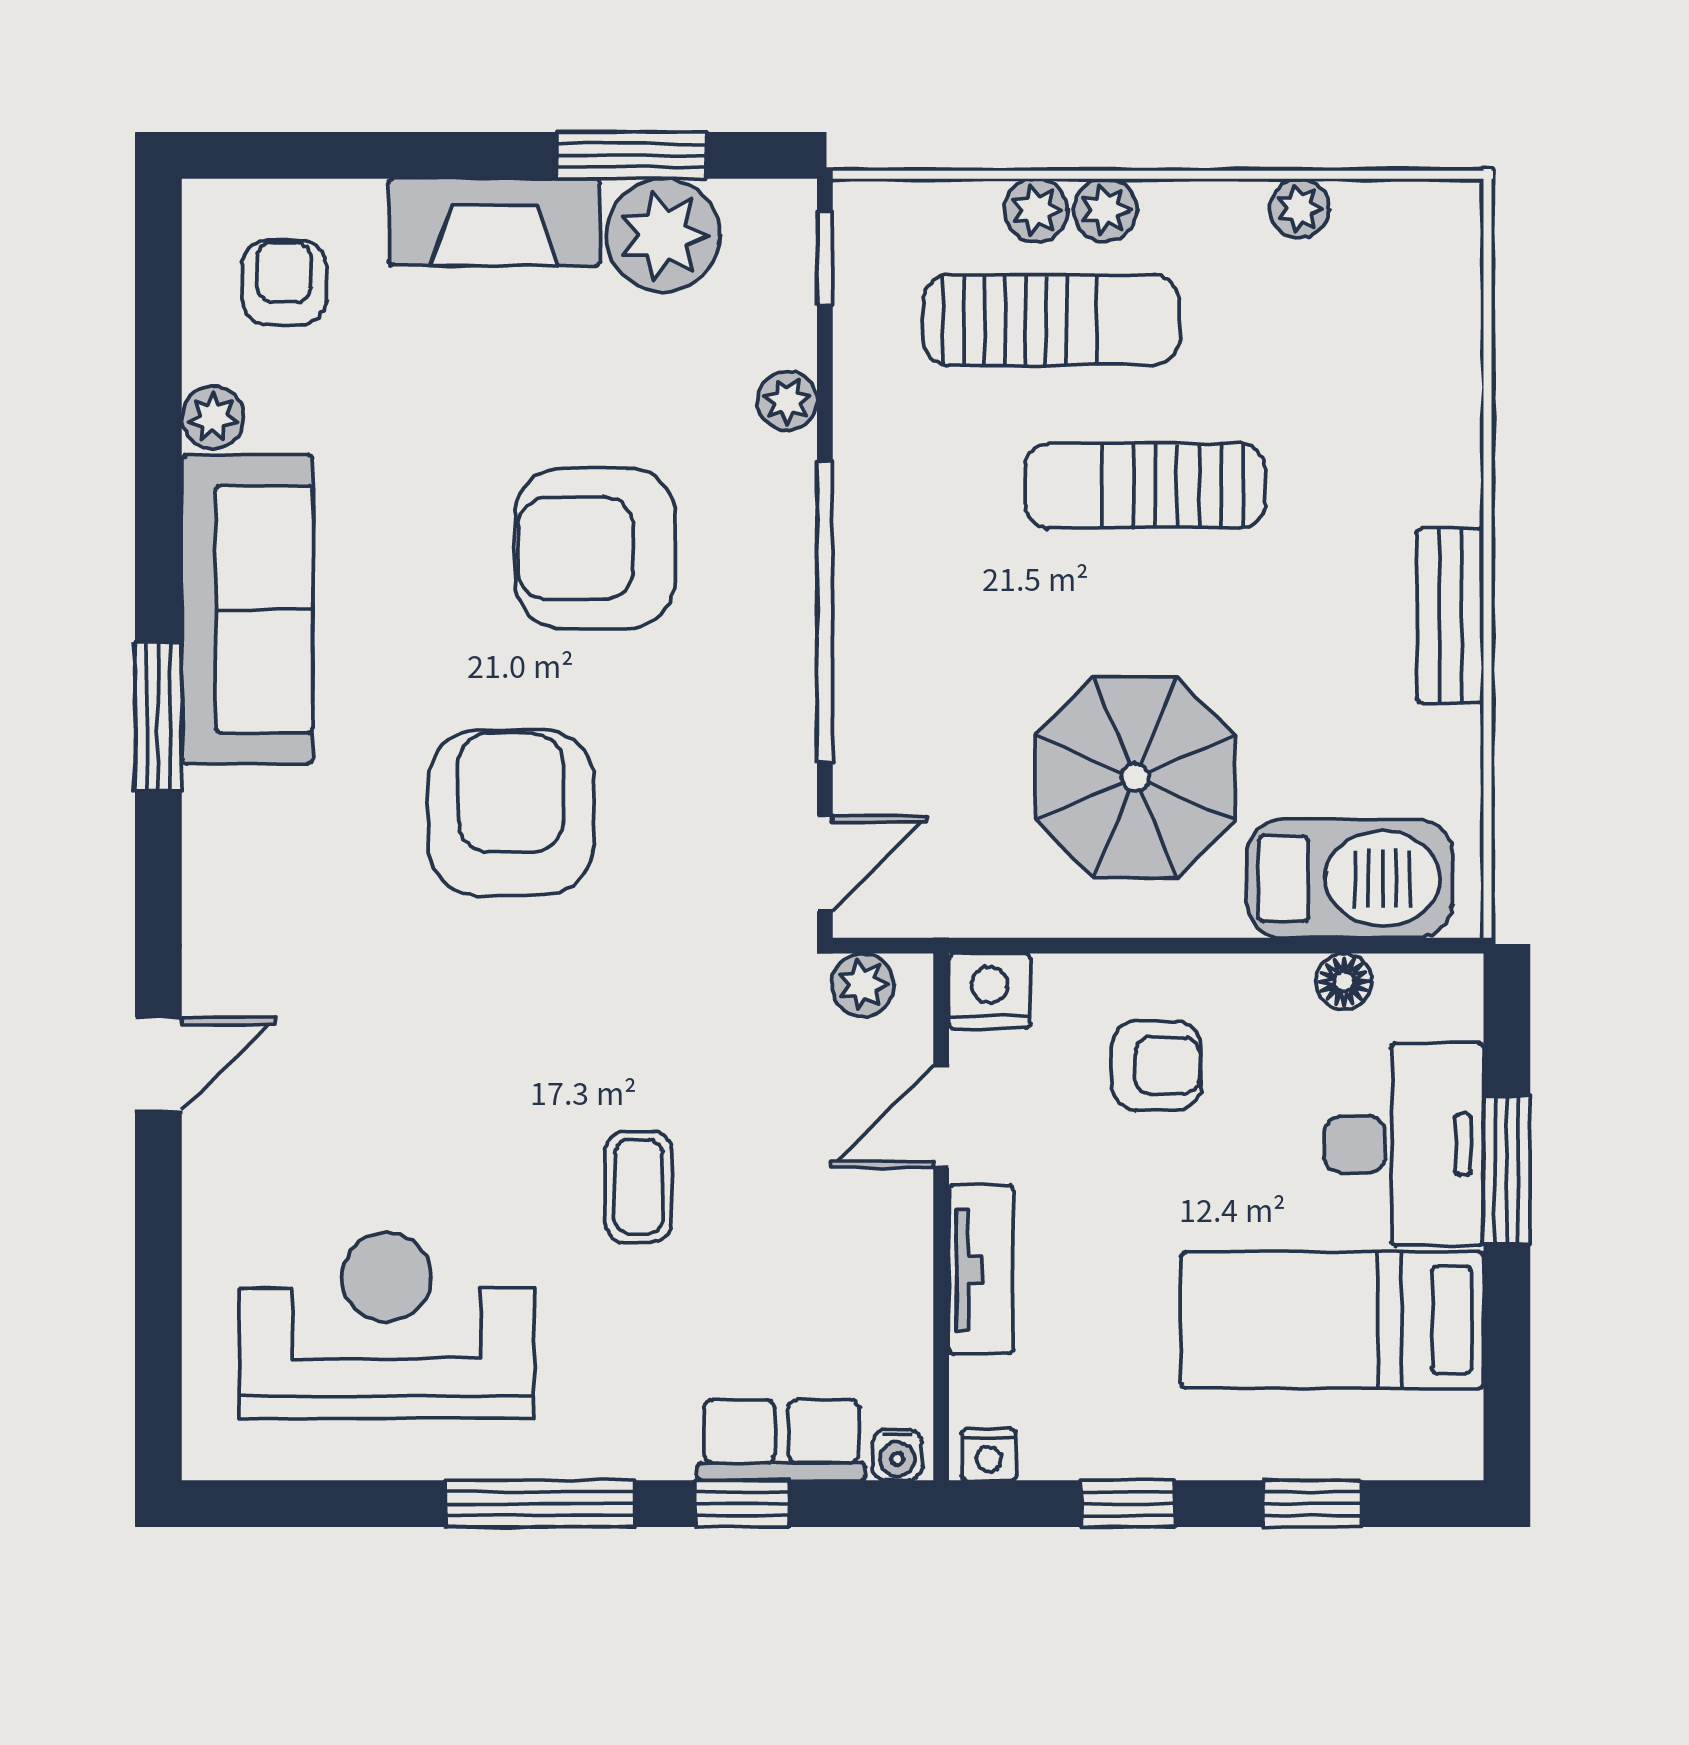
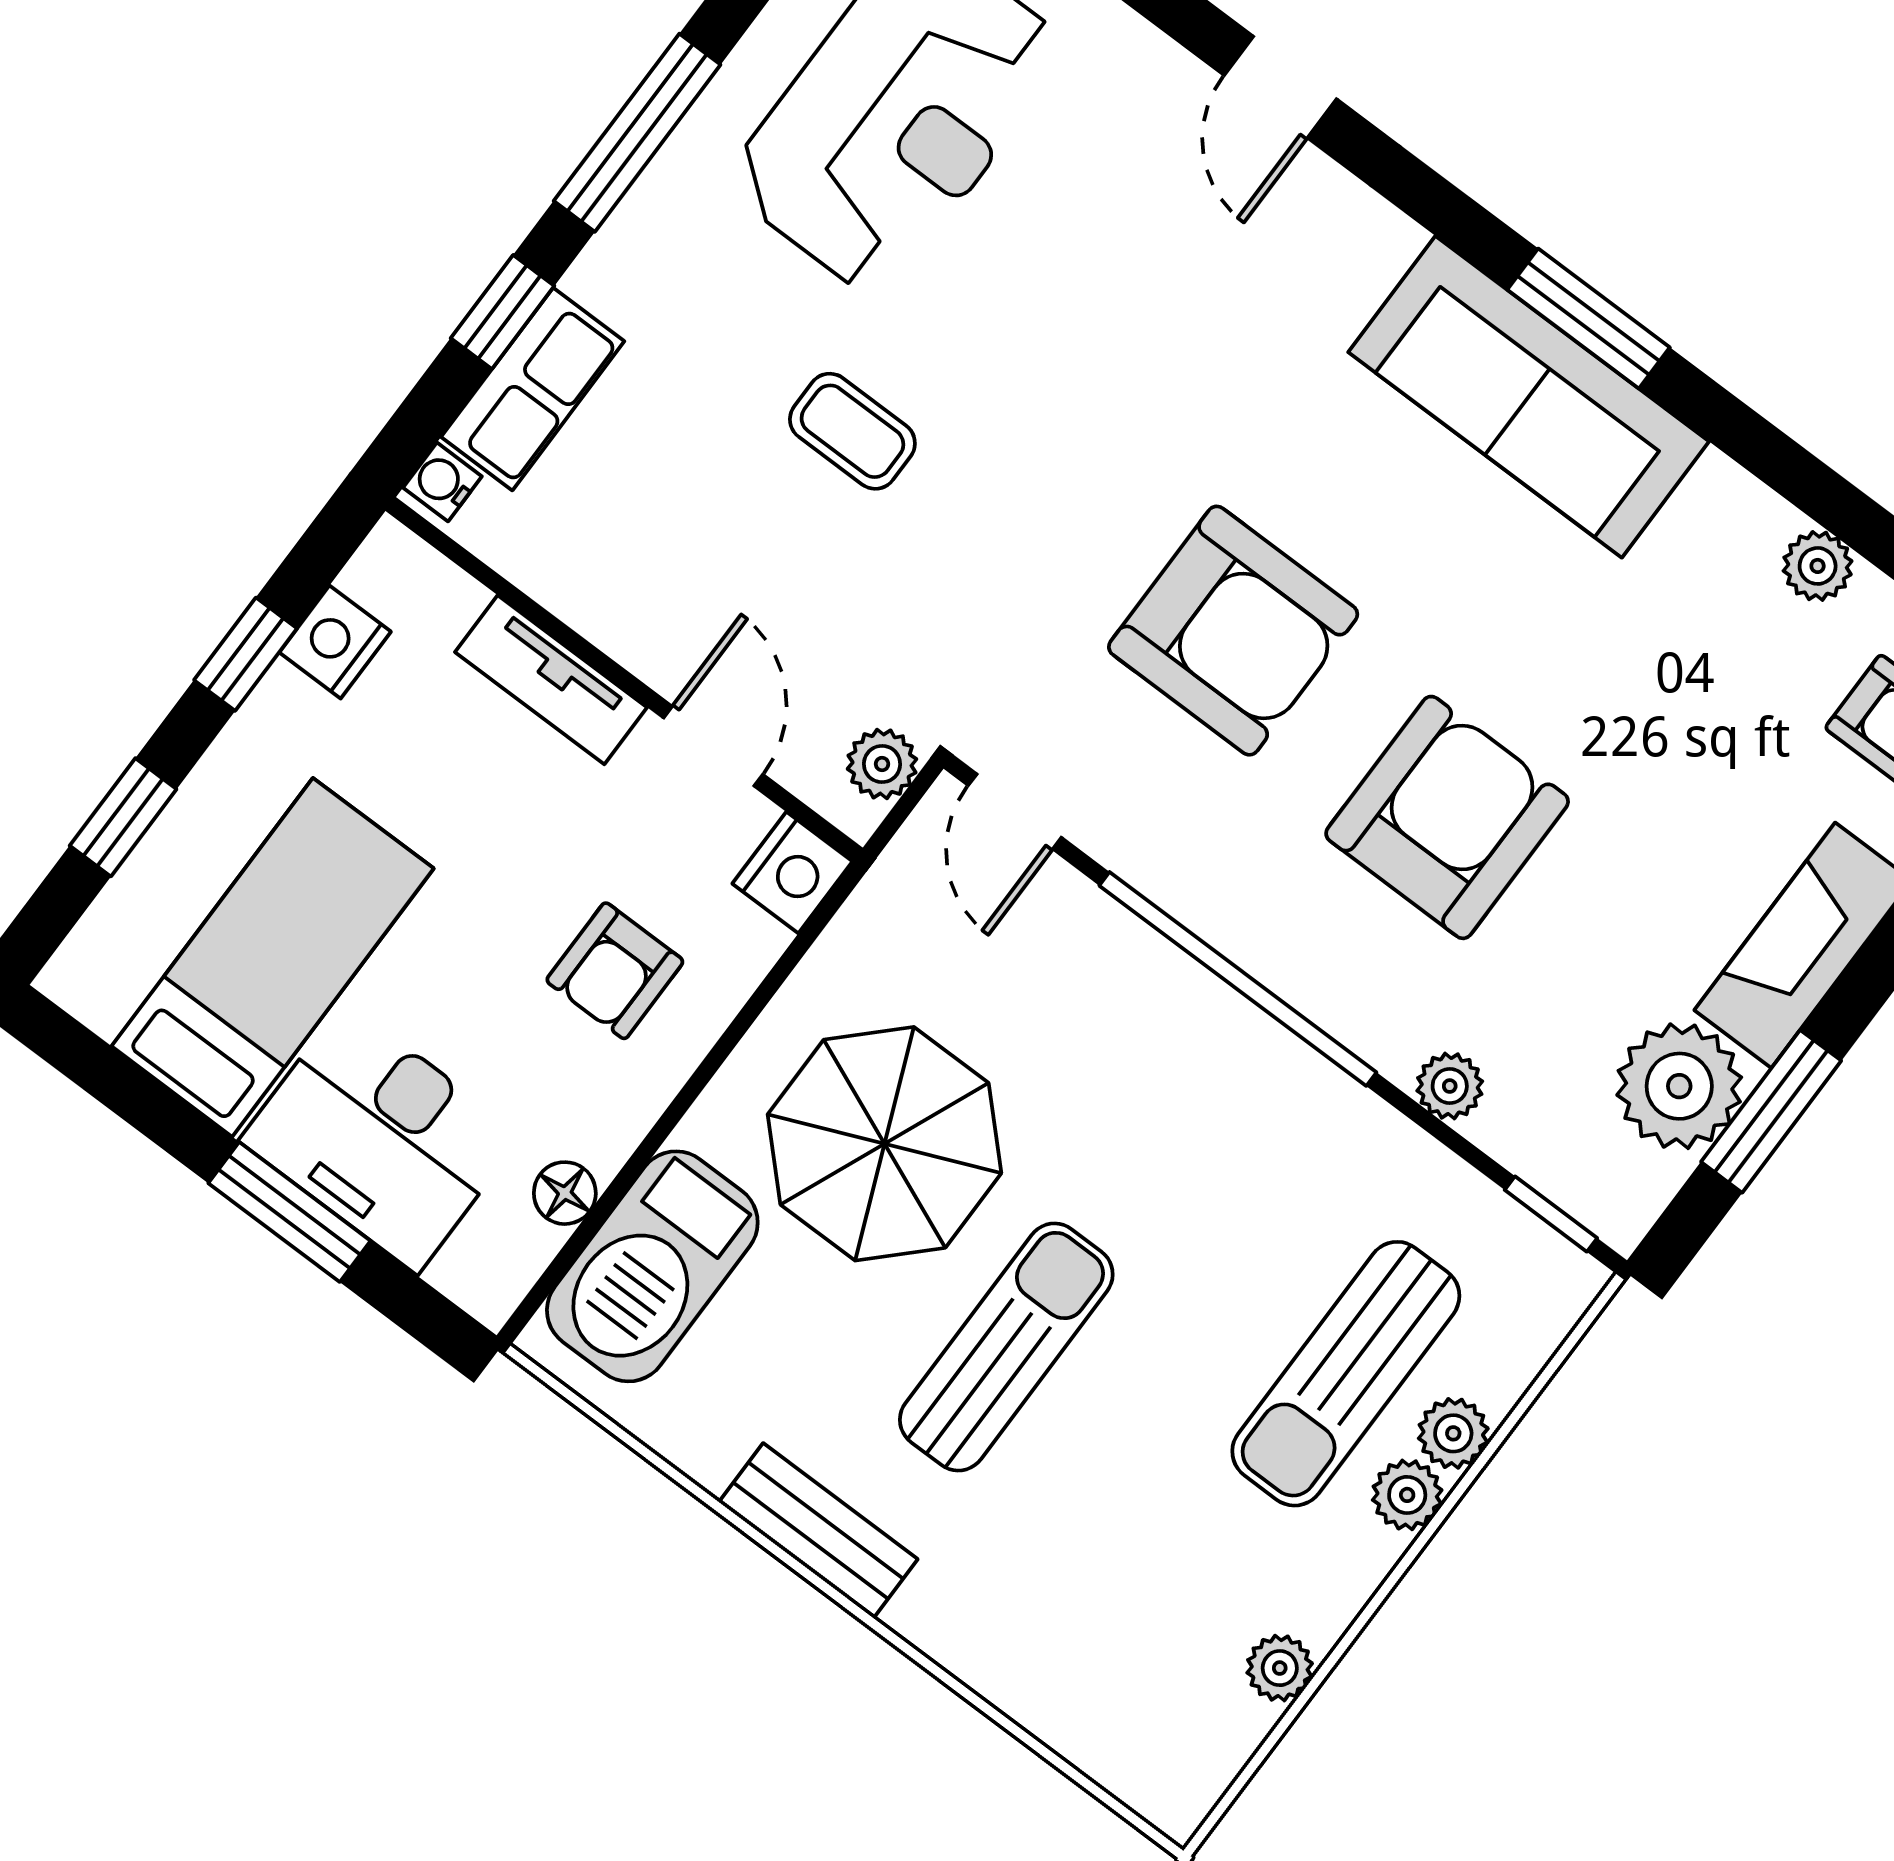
sun lounger: (1145, 485) -> (1006, 1347), moved
sofa: (247, 609) -> (1529, 397), moved
armchair: (511, 813) -> (1233, 631), moved
nightstand: (989, 1455) -> (335, 642), moved, width x1.39, depth x1.35

